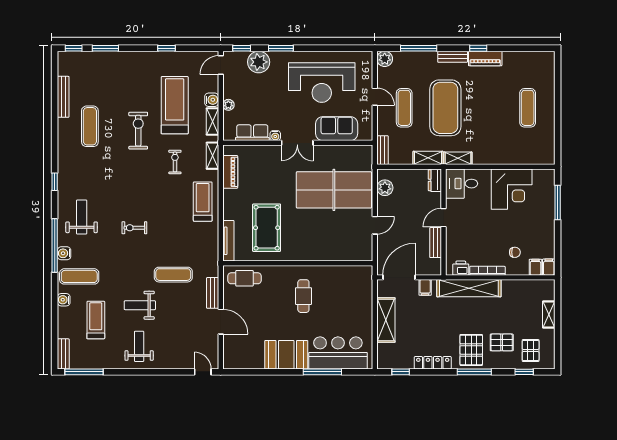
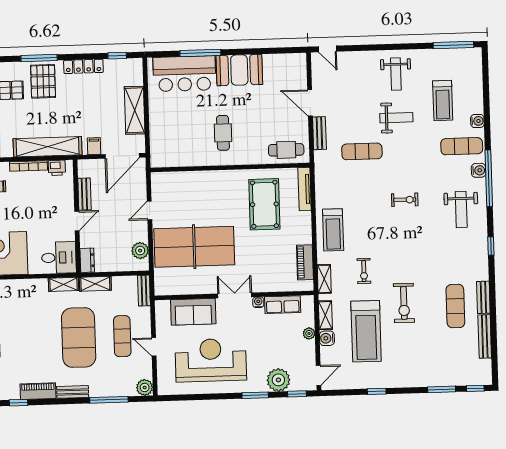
window: (478, 48) -> (19, 403), moved
bench: (63, 354) -> (483, 297), moved

